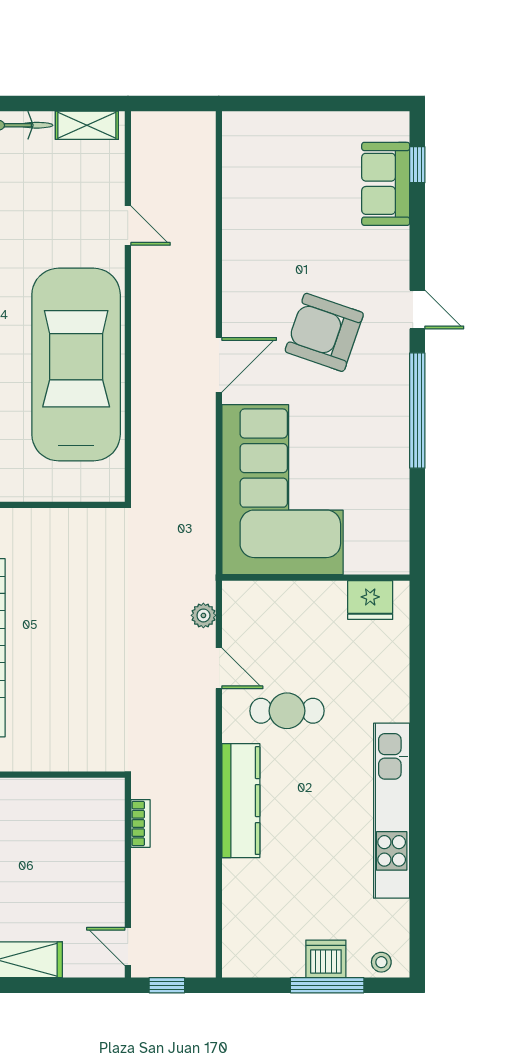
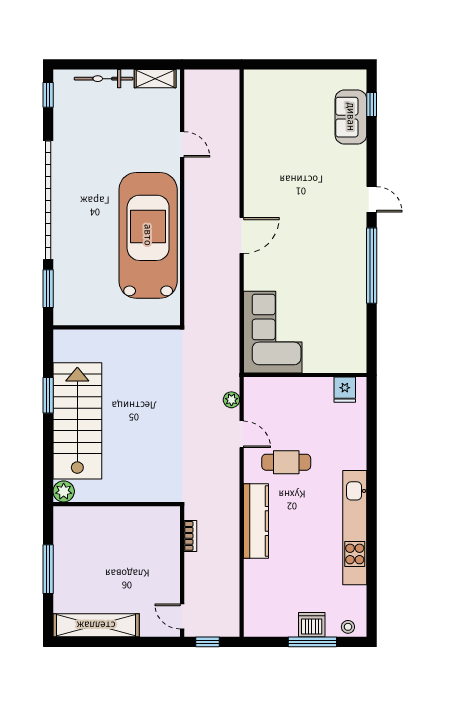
armchair: (324, 332) -> (311, 214), removed
corner sofa: (282, 490) -> (273, 332), width x0.73, depth x0.74
fridge: (370, 600) -> (345, 390), width x0.72

